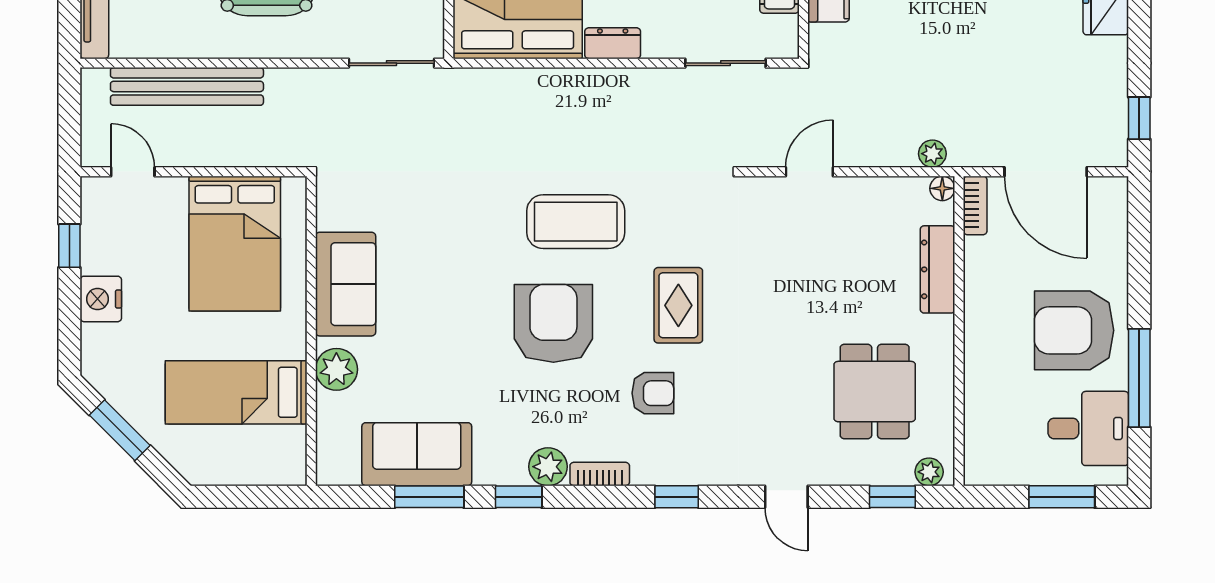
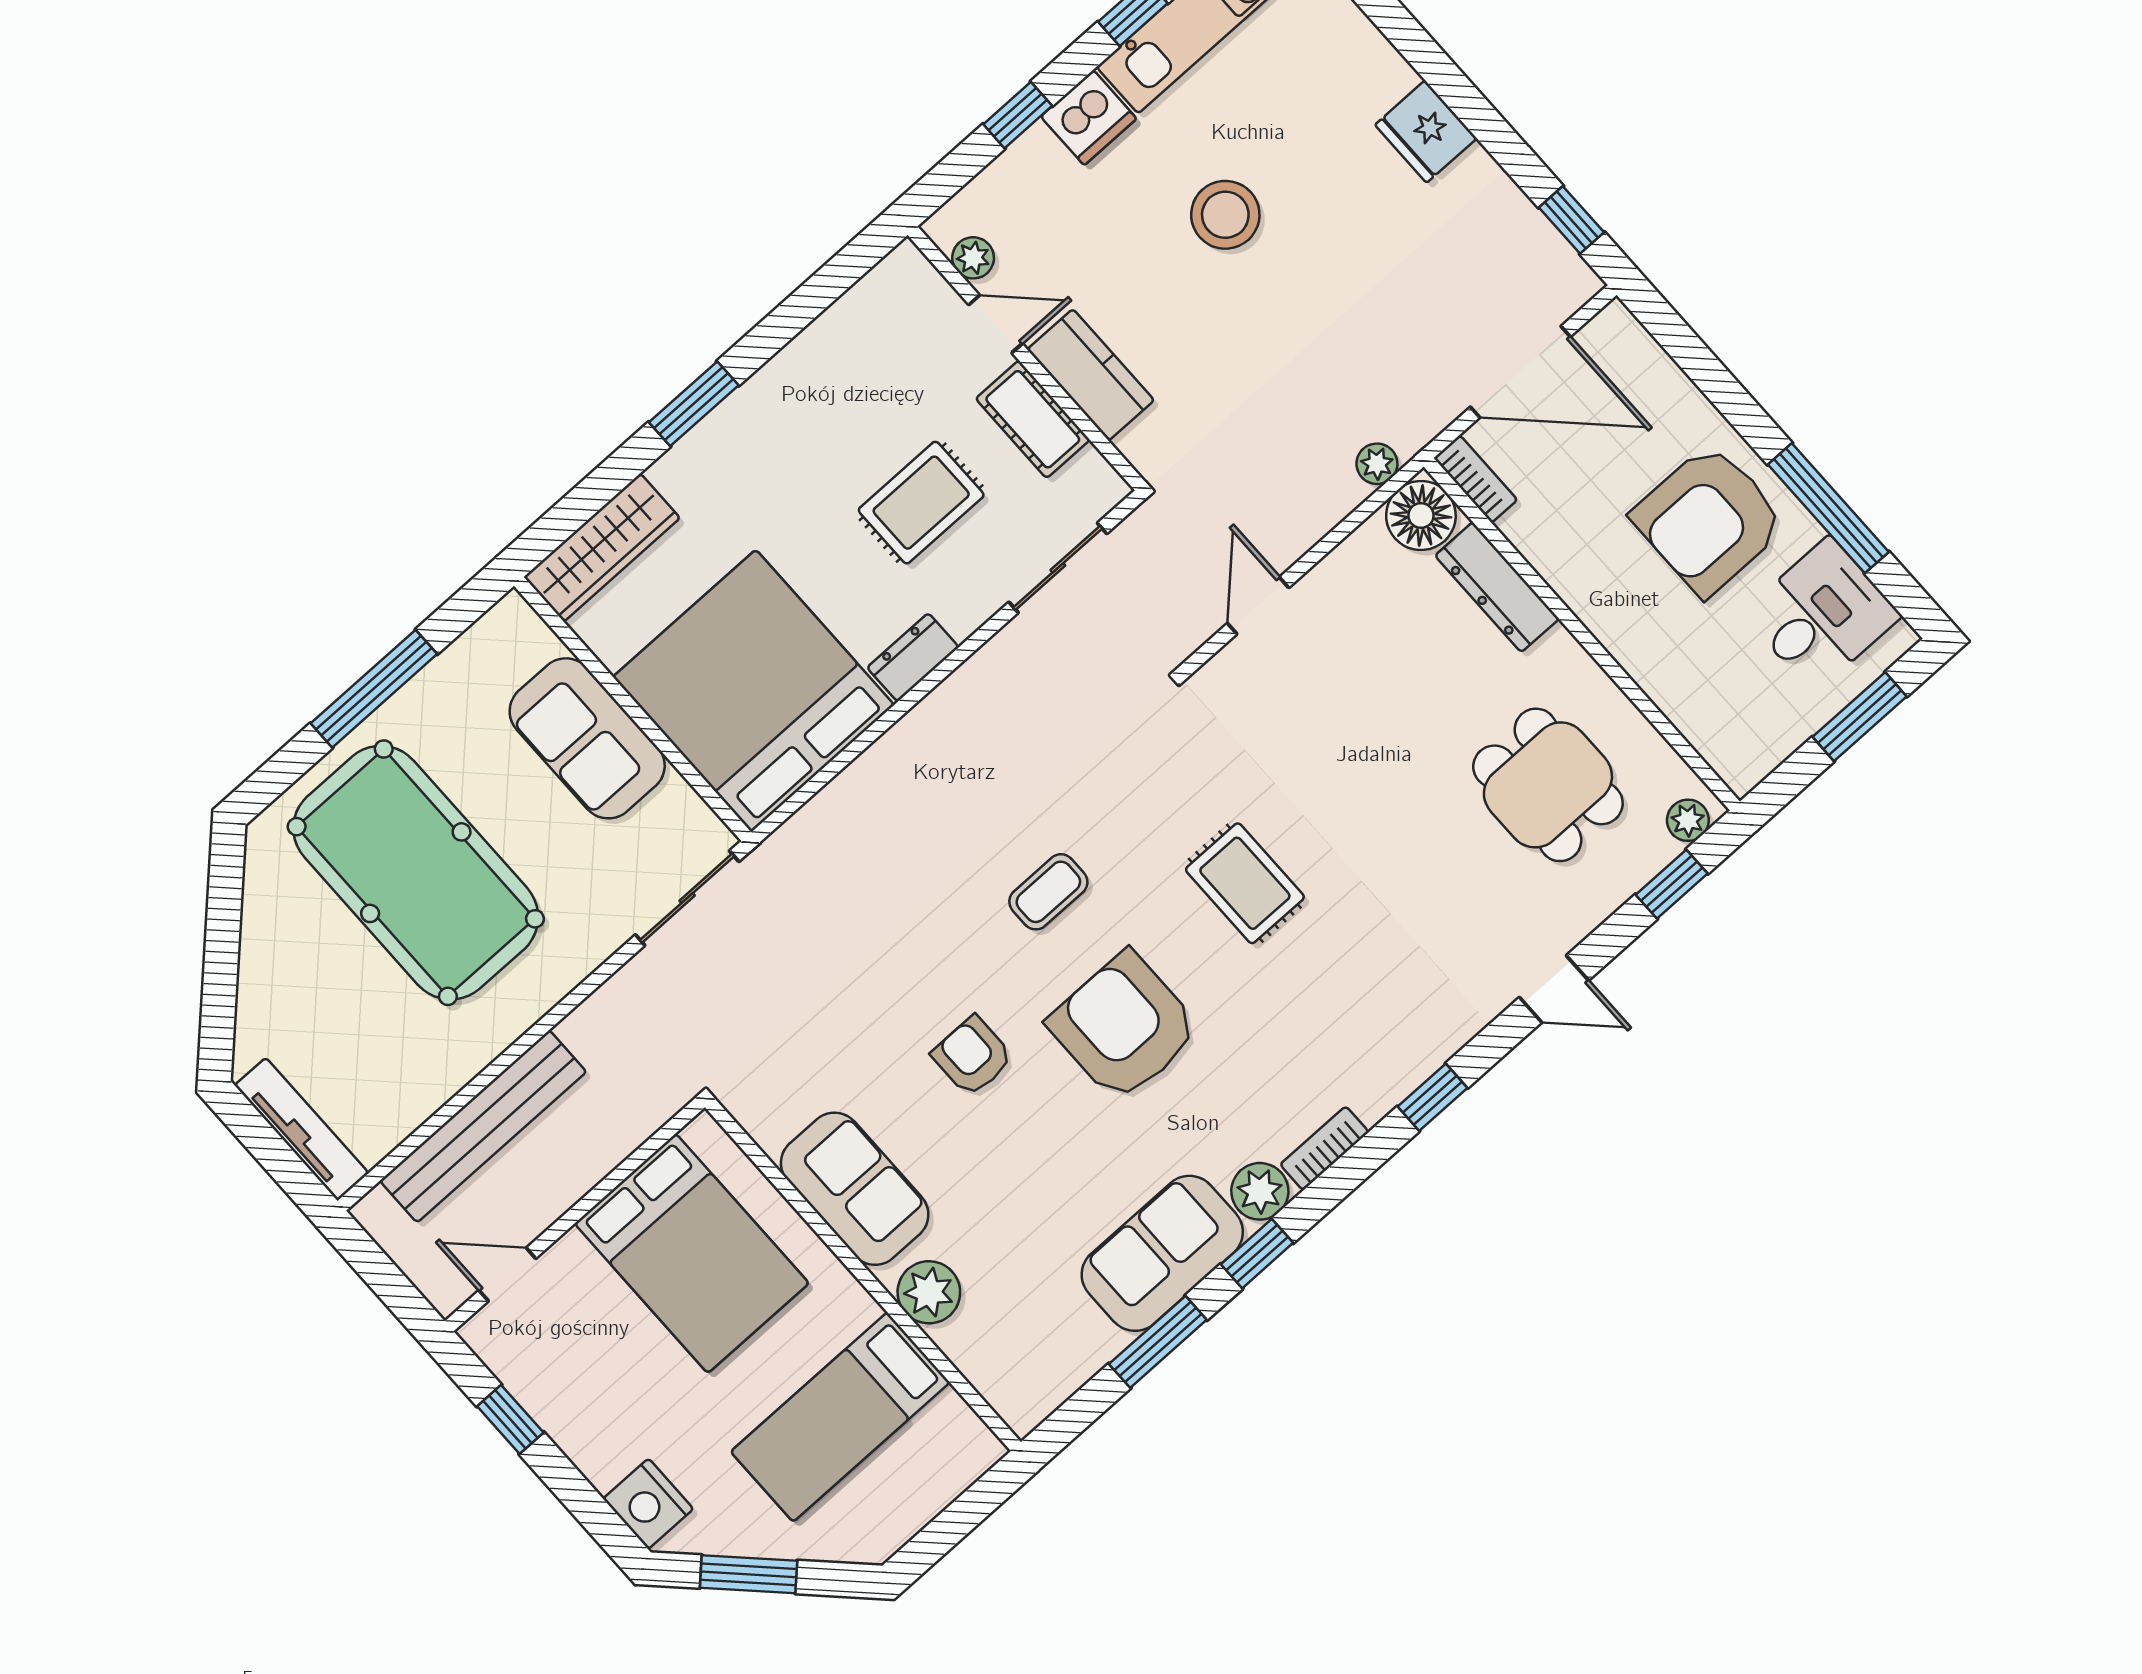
floor lamp: (942, 188) -> (1421, 516), width x1.89, depth x1.89
coffee table: (576, 222) -> (1048, 892), width x0.54, depth x0.58
nightstand: (101, 299) -> (648, 1504), moved
armchair: (653, 393) -> (972, 1056), moved, turned -90
sofa: (417, 454) -> (1162, 1253), moved

